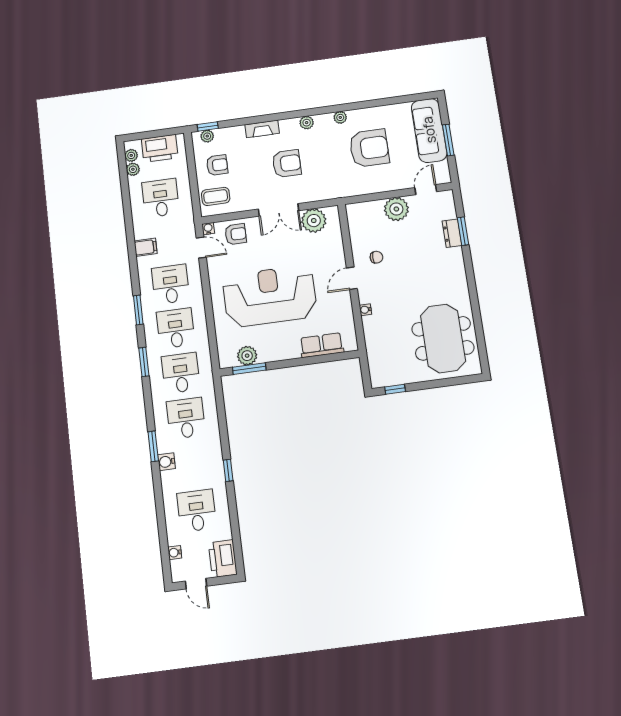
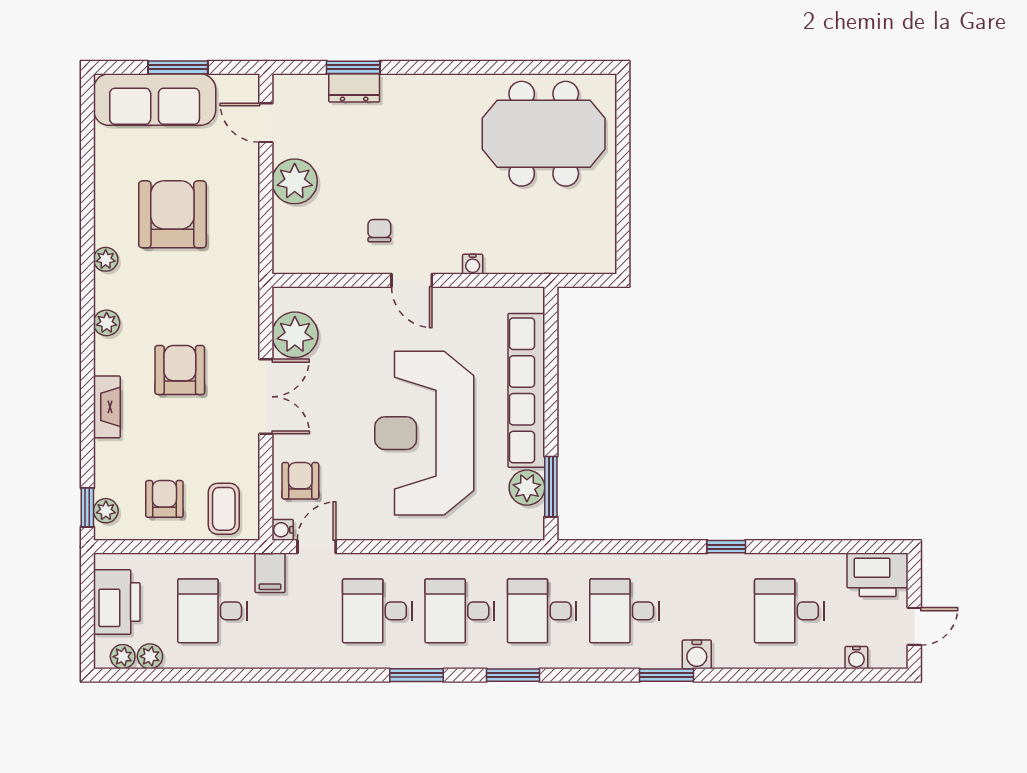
filing cabinet: (146, 247) -> (270, 573), moved, turned 180
row of seats: (322, 345) -> (526, 390), width x2.02
window: (395, 389) -> (623, 232), removed

